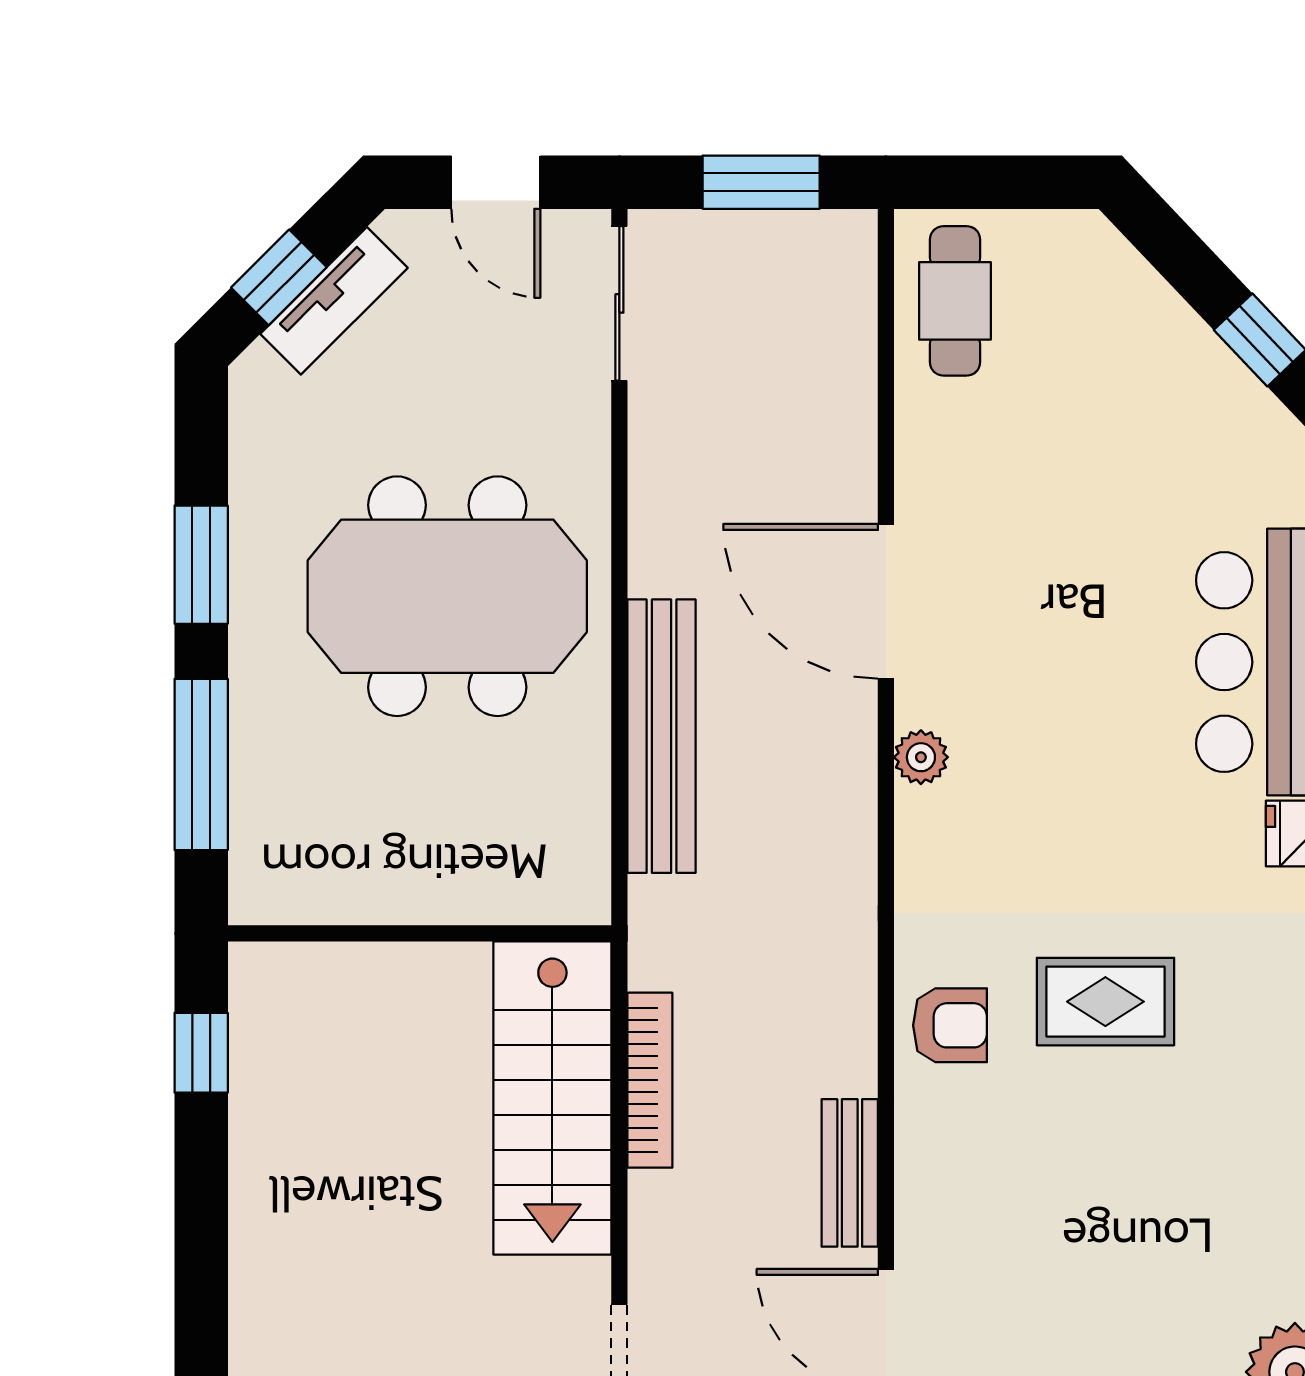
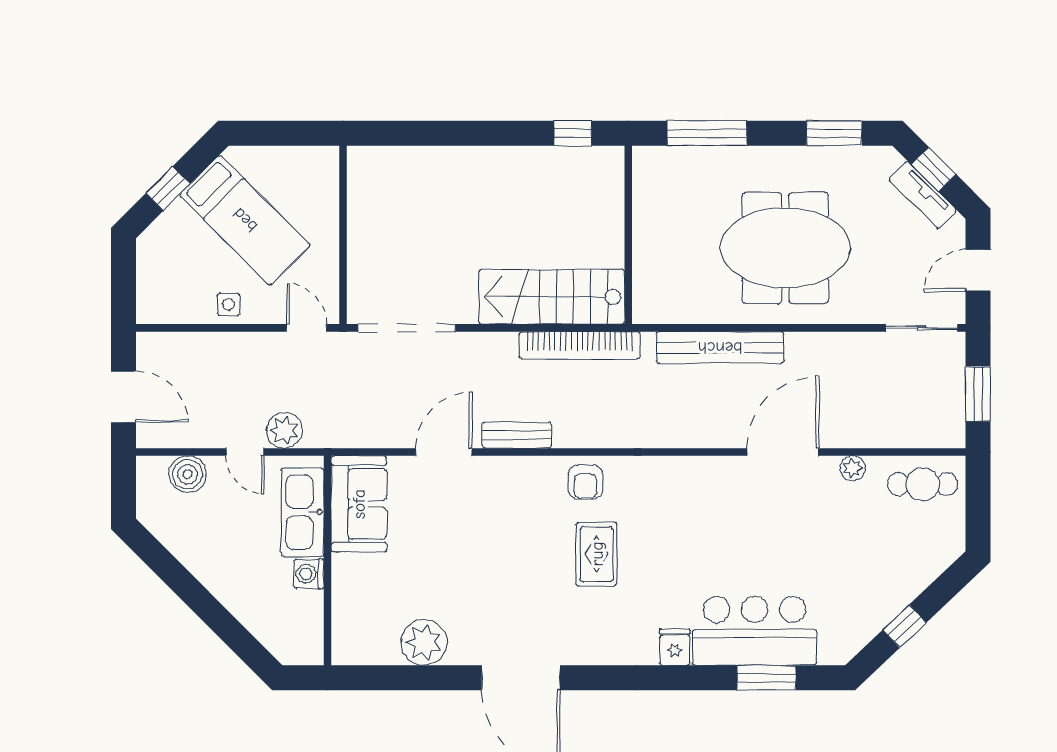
window: (201, 565) -> (834, 133), moved
meeting table: (447, 596) -> (785, 248), turned 90
plant: (921, 757) -> (853, 468), moved
bookcase: (650, 1080) -> (580, 345), width x1.48, depth x1.31

